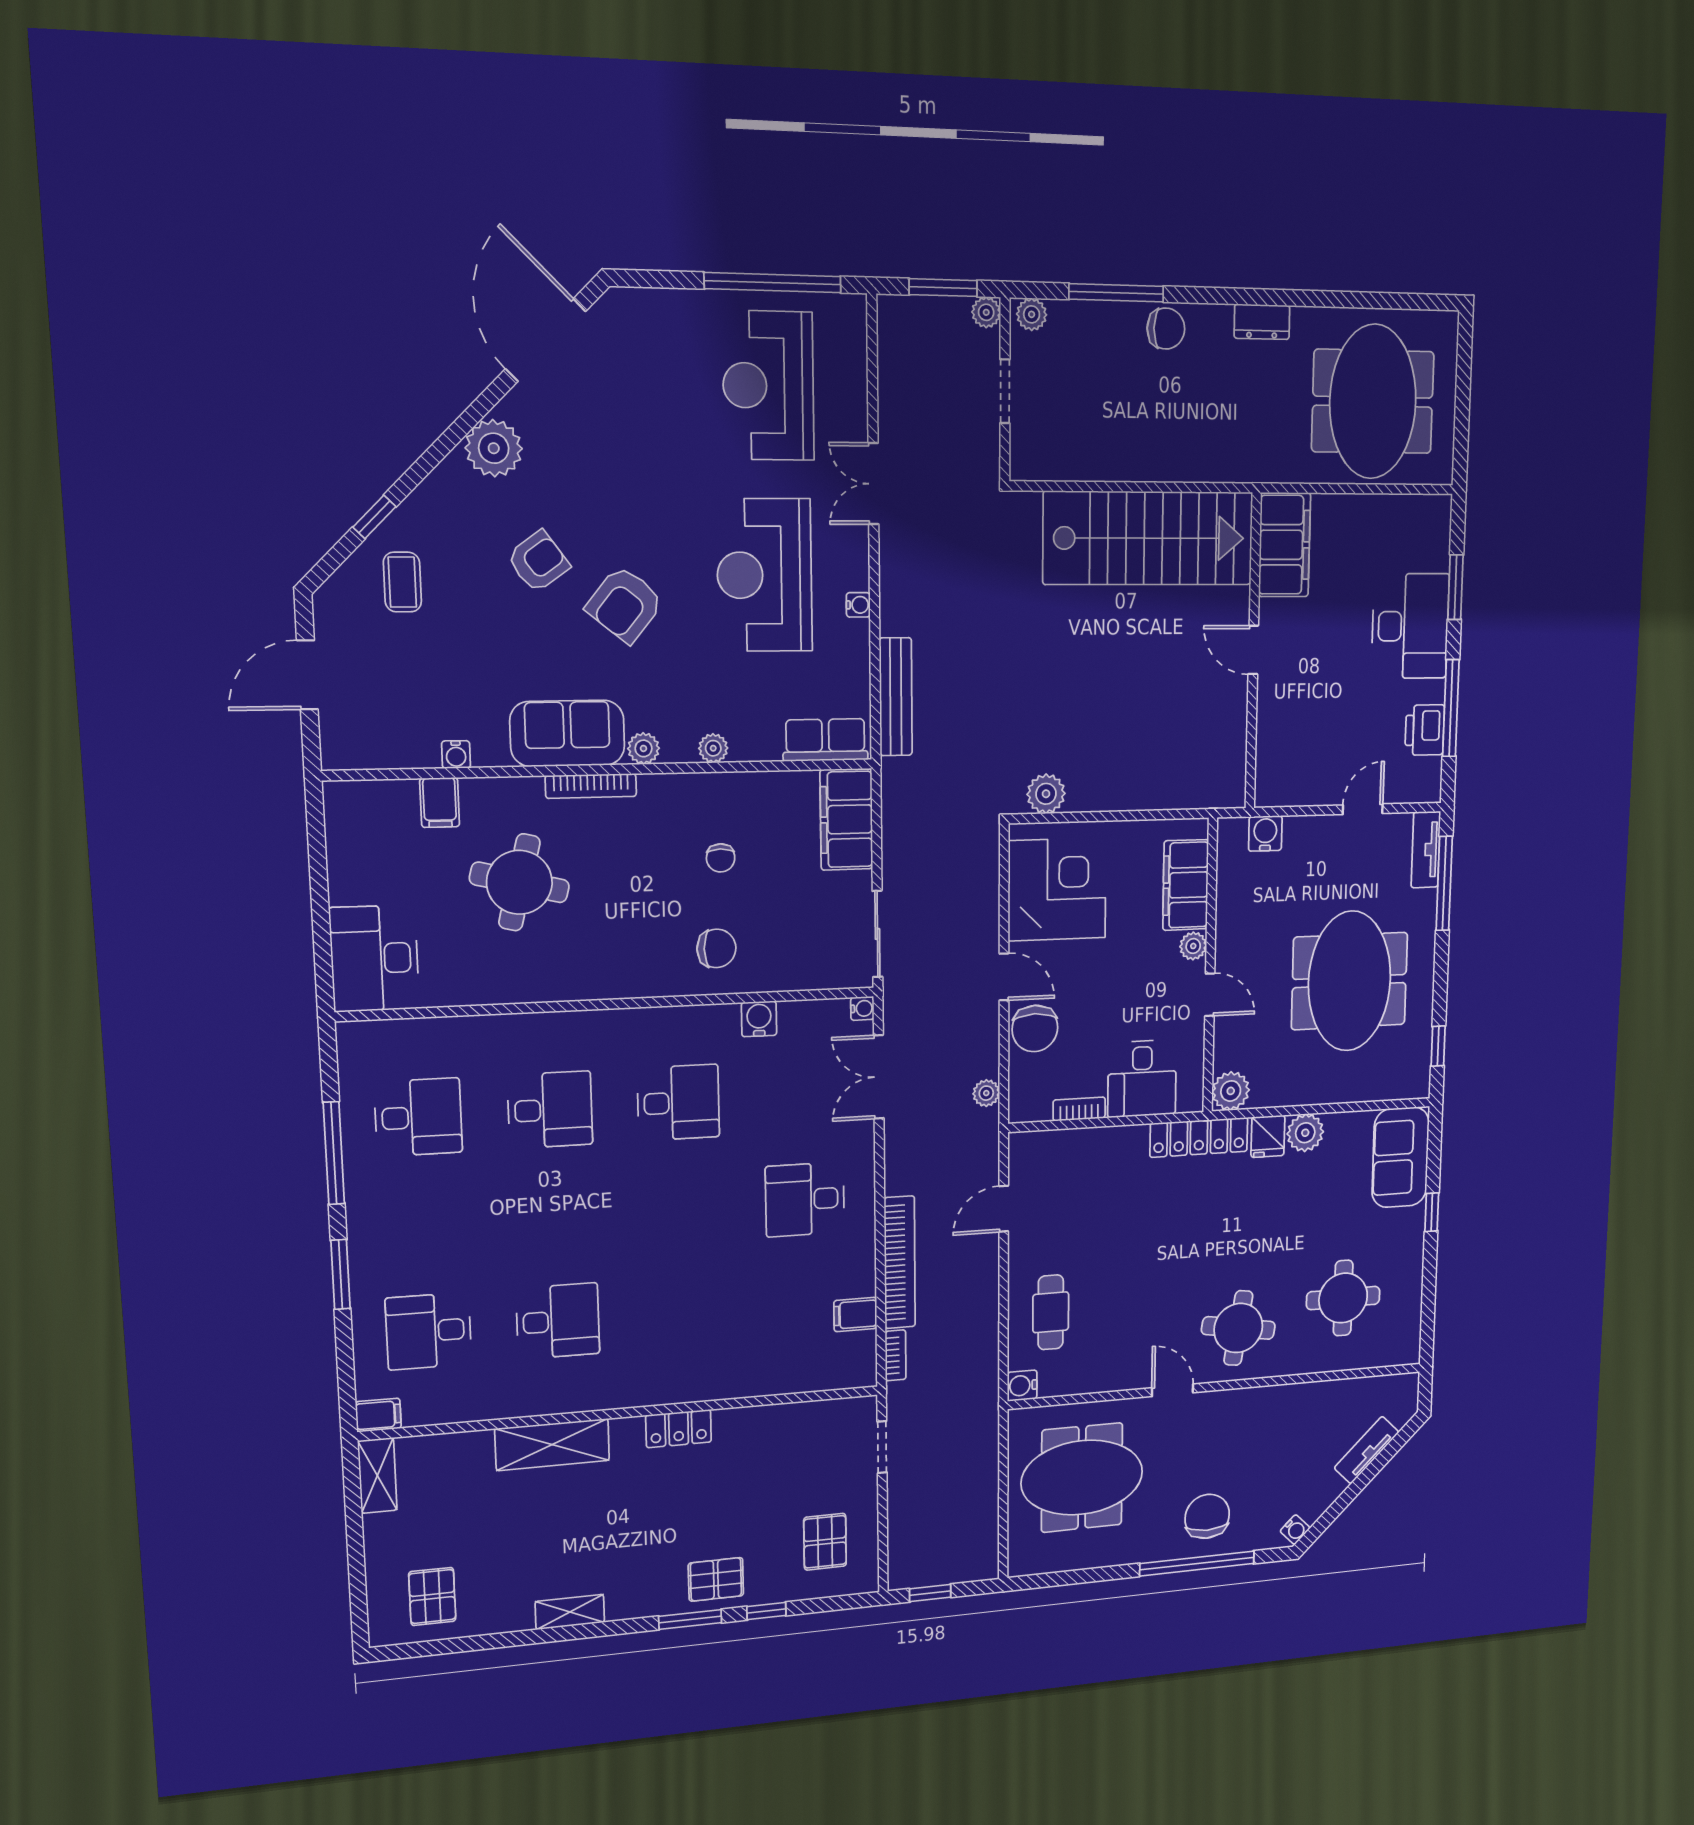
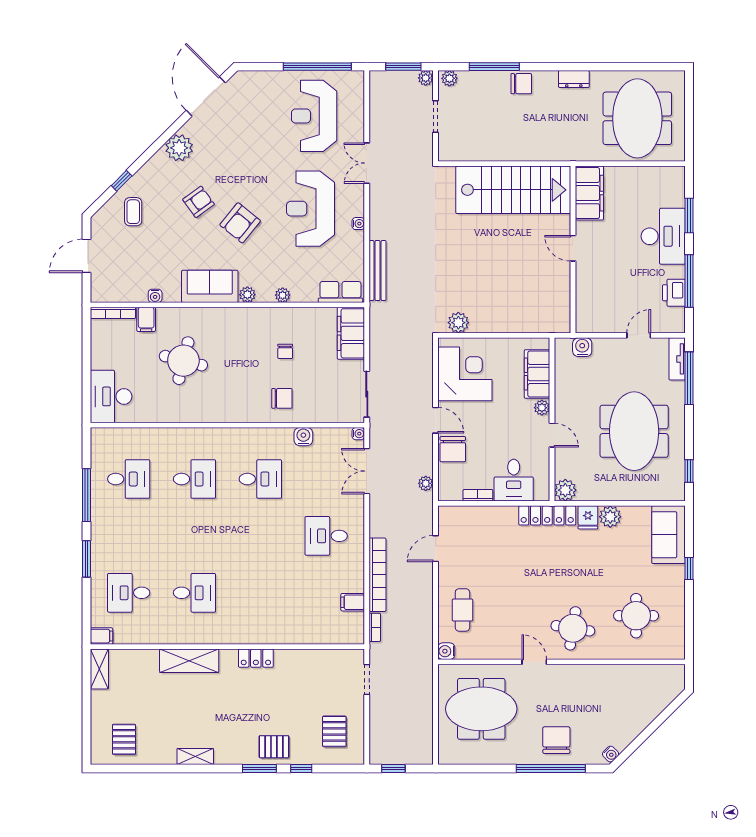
bookcase: (591, 786) -> (113, 313), moved
tv unit: (1367, 1450) -> (654, 709), removed

